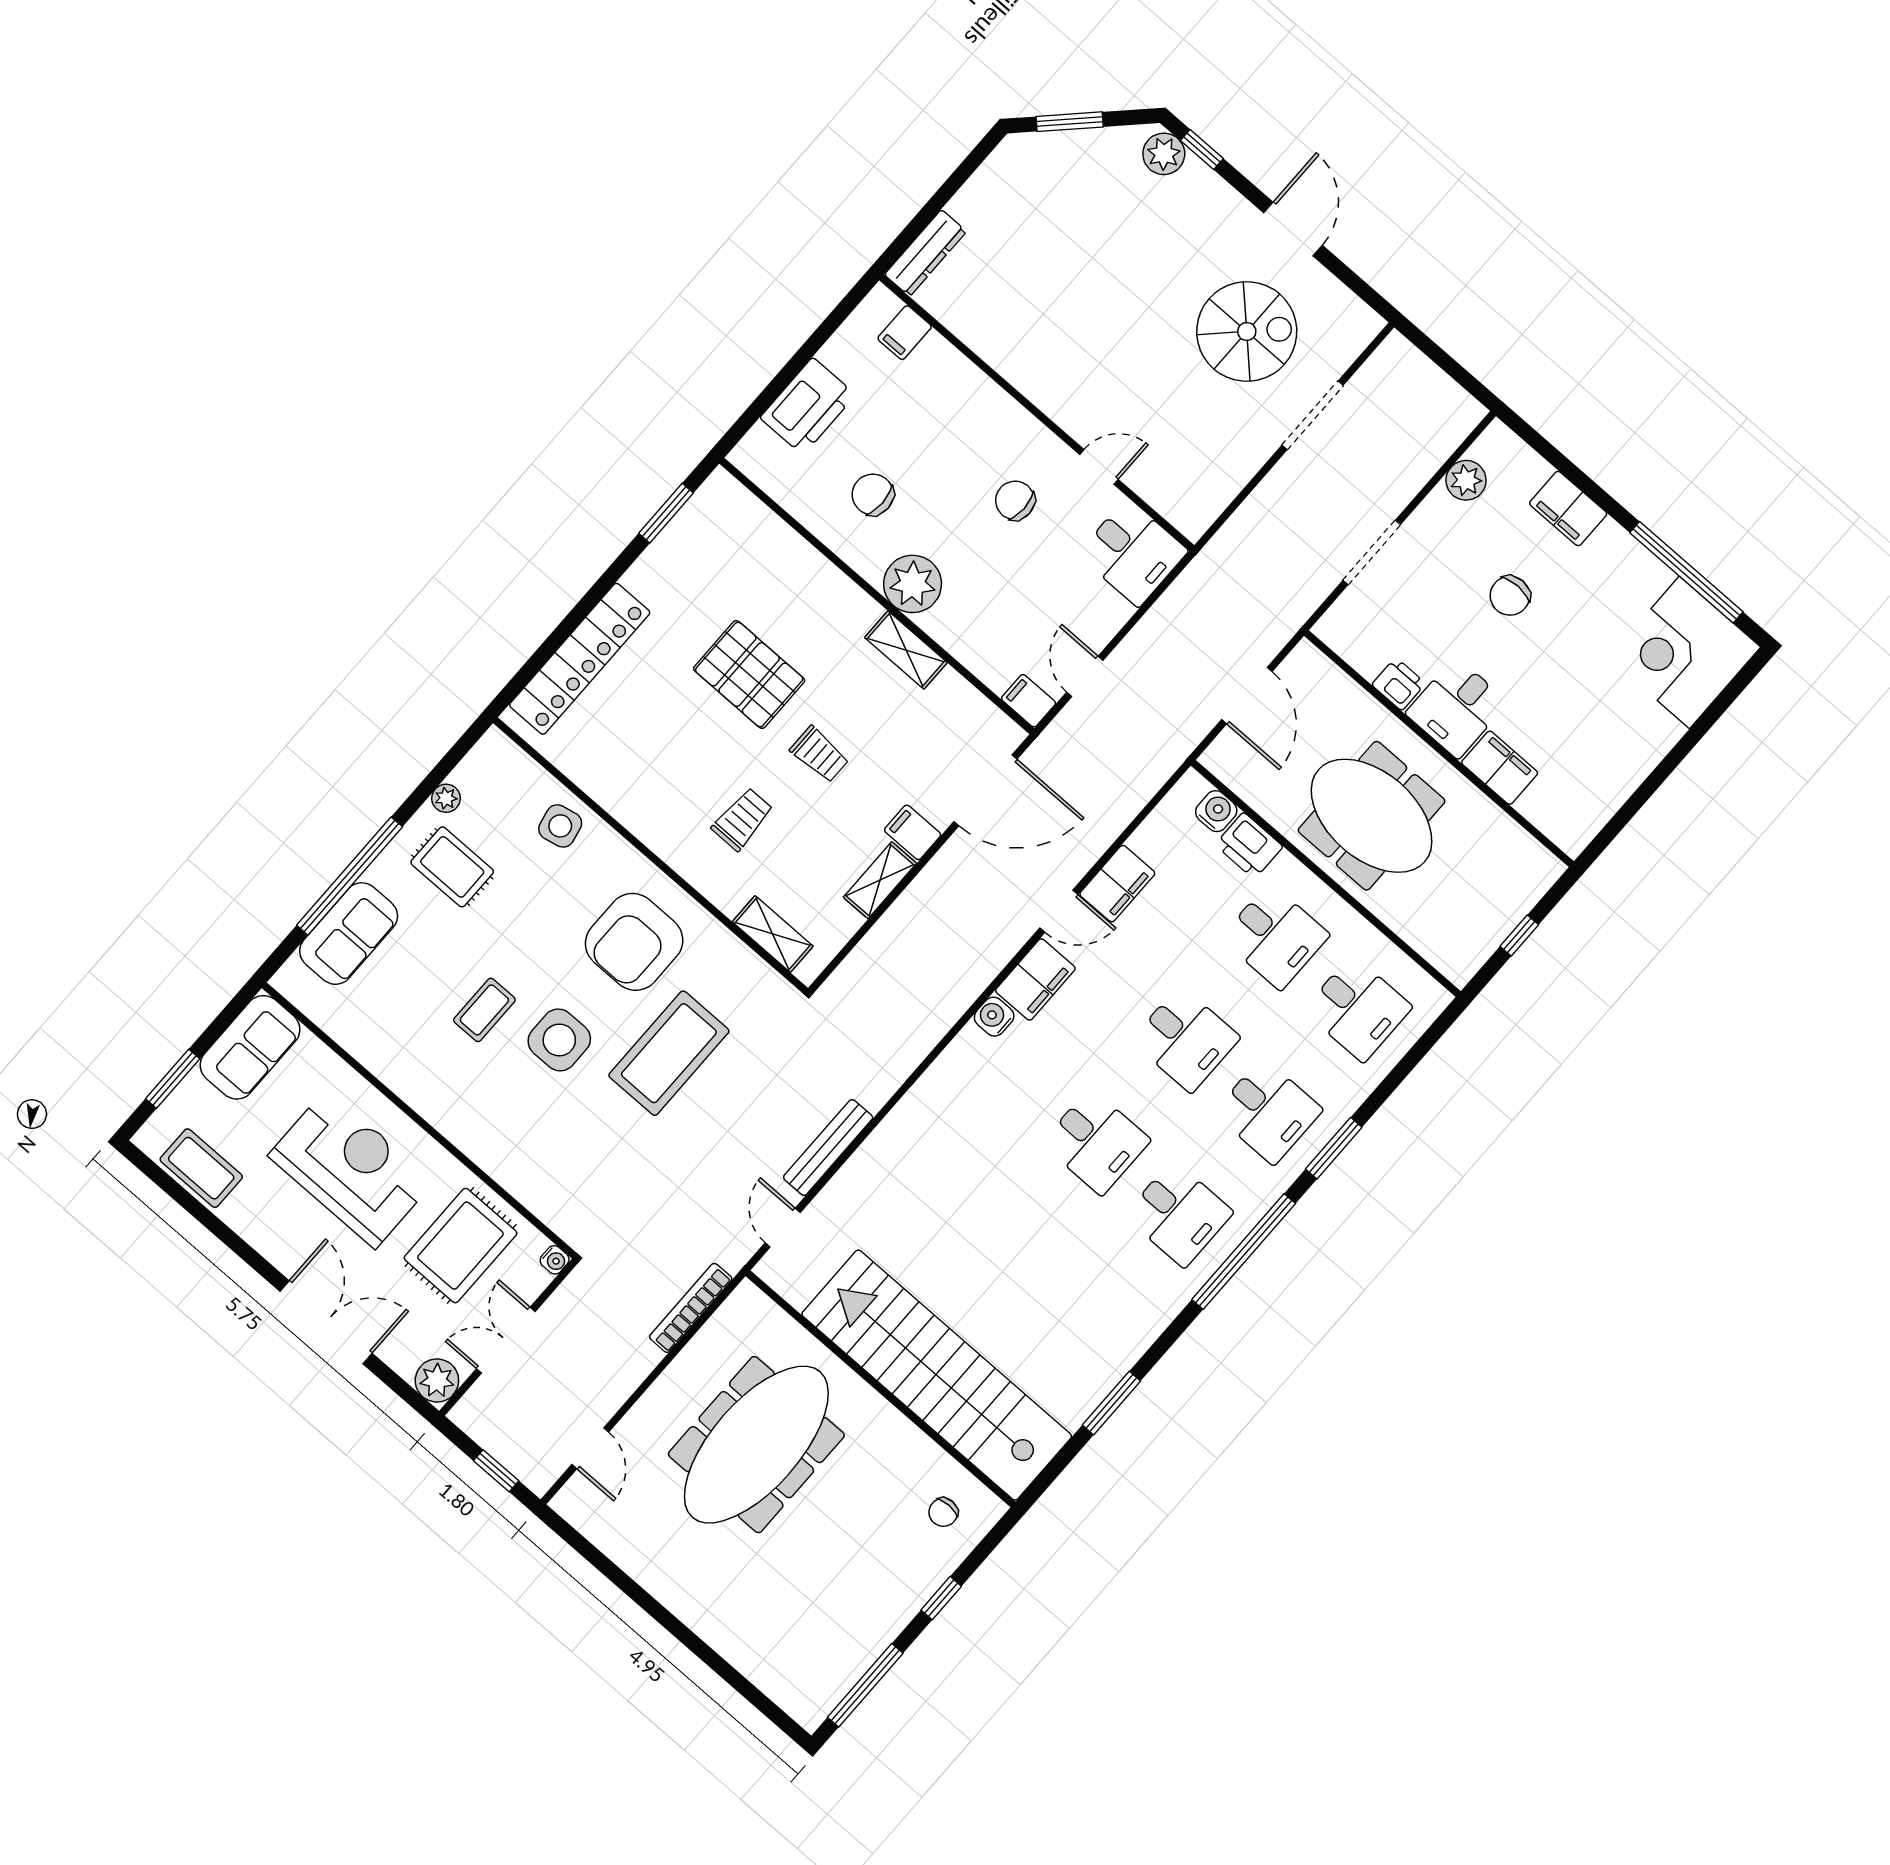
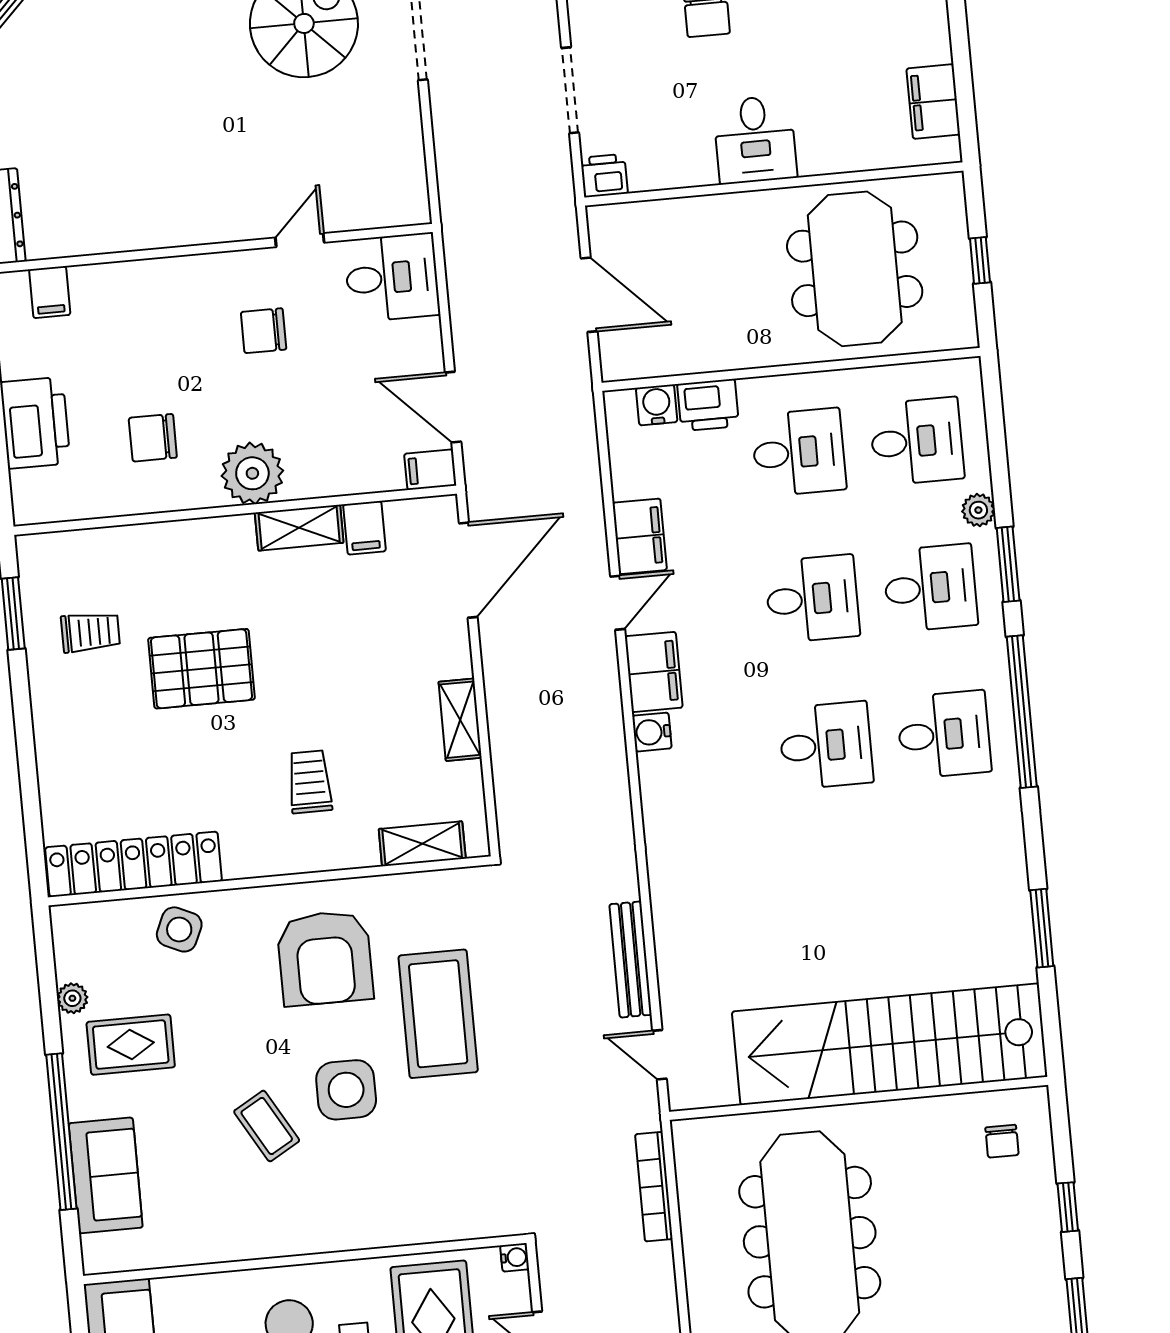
locker: (580, 659) -> (134, 864), moved, turned -90
door: (1085, 676) -> (453, 407), width x1.38
printer: (1399, 684) -> (604, 176), moved
trolley: (819, 754) -> (90, 632), moved
filing cabinet: (1500, 768) -> (933, 102), moved, turned -90
meeting table: (1372, 816) -> (855, 269), moved, turned 90
side table: (560, 826) -> (179, 929), turned 36
filing cabinet: (913, 832) -> (364, 528), moved, turned -90
coffee table: (484, 1010) -> (267, 1126), turned -30
plant: (1351, 1094) -> (978, 510), added

